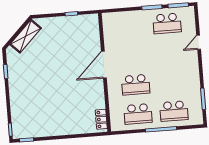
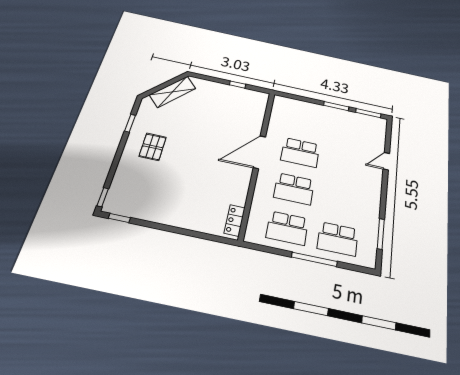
school desk: (167, 23) -> (300, 152), moved
pallet: (28, 84) -> (153, 147), added

